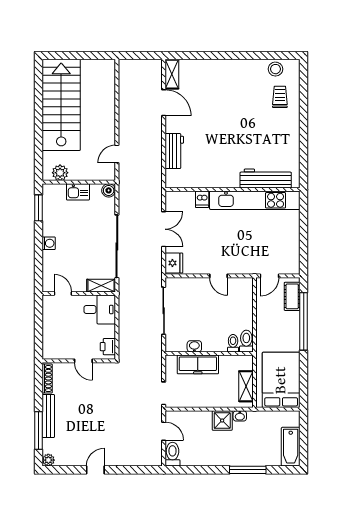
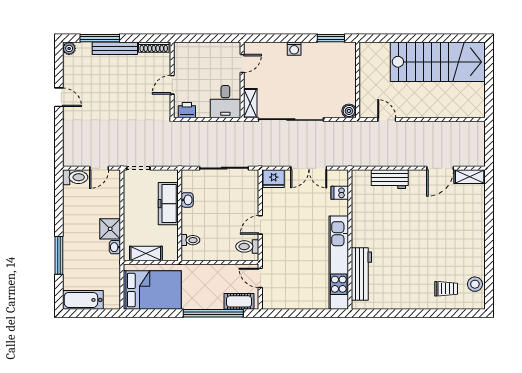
plant: (60, 173) -> (367, 61), removed
kitchen sink: (78, 192) -> (347, 79), removed
dishwasher: (202, 199) -> (340, 193), moved
toilet: (246, 341) -> (247, 246), moved, turned 180

